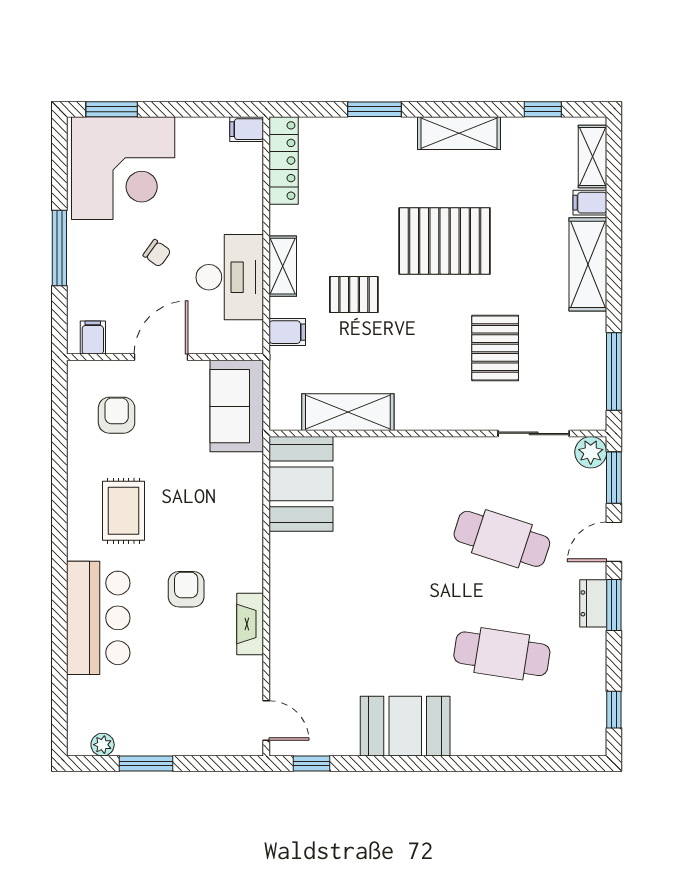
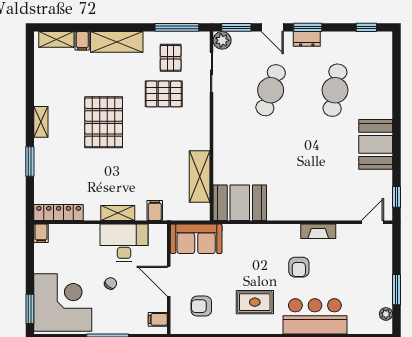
window: (543, 109) -> (30, 67), removed
shelving: (459, 133) -> (41, 122), width x0.67, depth x0.75
pallet: (354, 294) -> (171, 58), moved
armchair: (186, 589) -> (299, 267), turned -90

